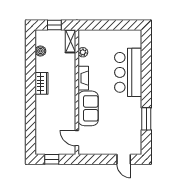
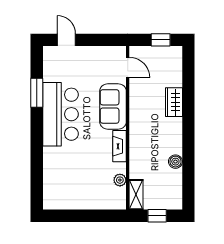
boiler: (40, 51) -> (175, 162), moved
bar counter: (128, 72) -> (60, 114), moved
wardrobe: (42, 83) -> (174, 102), moved

